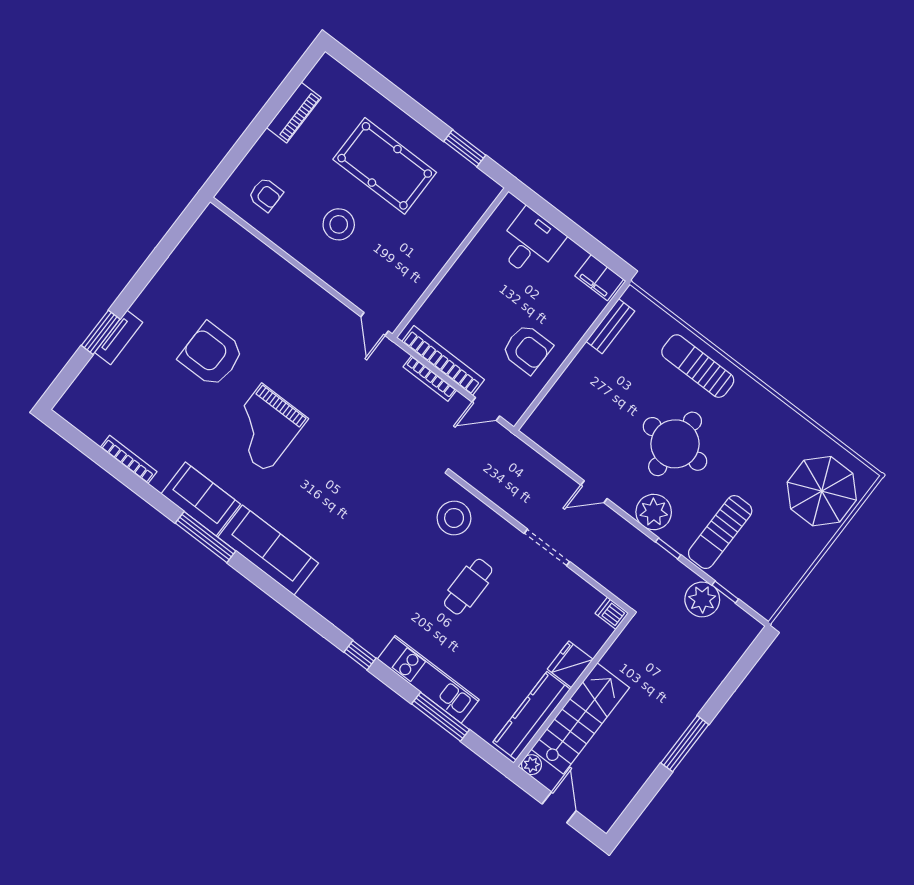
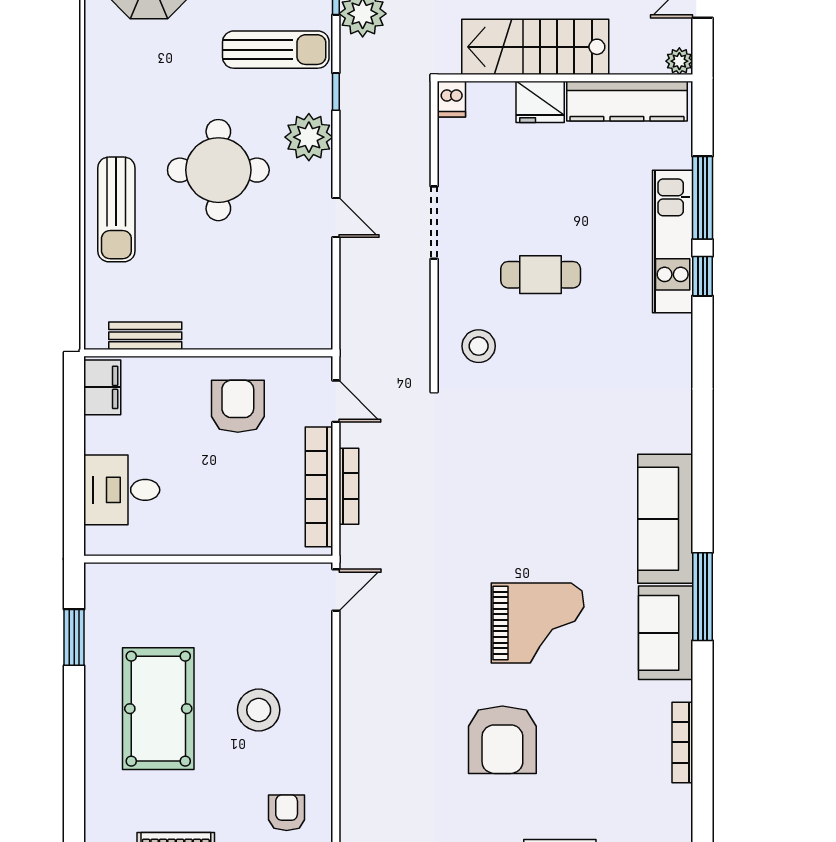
stool: (454, 518) -> (479, 346), width x0.73, depth x0.73
window: (360, 655) -> (703, 276), moved
stairs: (580, 718) -> (535, 47), moved

